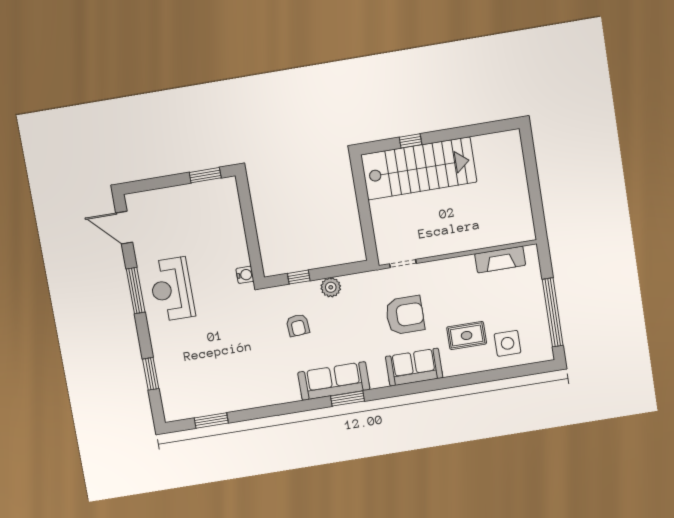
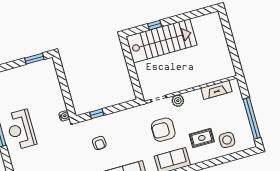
plant: (331, 287) -> (178, 101), moved
armchair: (405, 315) -> (163, 130), turned 180

